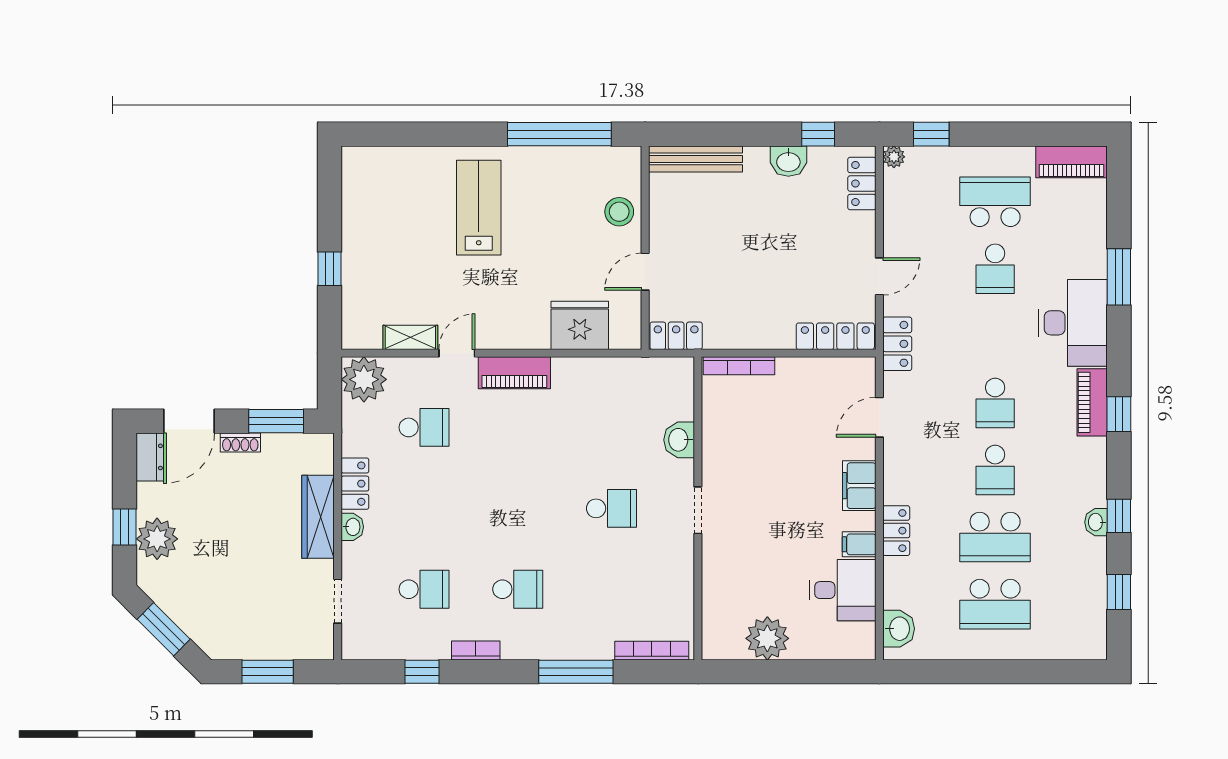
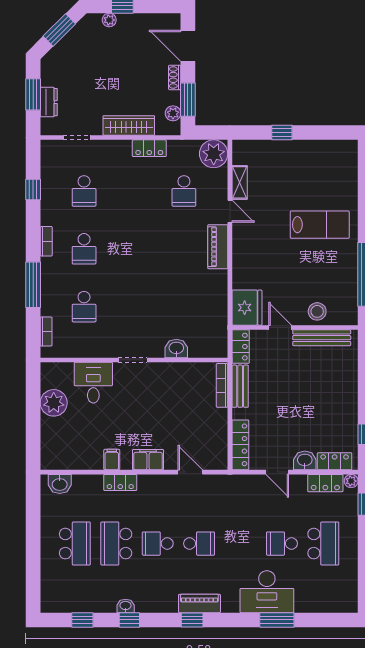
bench: (696, 159) -> (322, 338), moved, turned 90
washbasin: (788, 161) -> (305, 460), moved, turned 90
piano: (1072, 162) -> (348, 591), removed
desk: (1073, 323) -> (267, 592), moved
fridge: (580, 325) -> (247, 308), moved
bench: (740, 336) -> (240, 386), added
locker: (897, 344) -> (325, 483), moved
school desk: (995, 403) -> (199, 544), turned 180
plant: (298, 445) -> (173, 113), added
dresser: (150, 457) -> (49, 102), moved, turned -90
school desk: (611, 508) -> (84, 307), moved
washbasin: (352, 527) -> (123, 147), removed
plant: (157, 539) -> (109, 20), width x0.53, depth x0.53
desk: (843, 590) -> (93, 383), moved, turned 180
school desk: (995, 604) -> (75, 544), turned 180
bookcase: (476, 650) -> (46, 241), moved
bookcase: (652, 651) -> (46, 332), width x0.64

